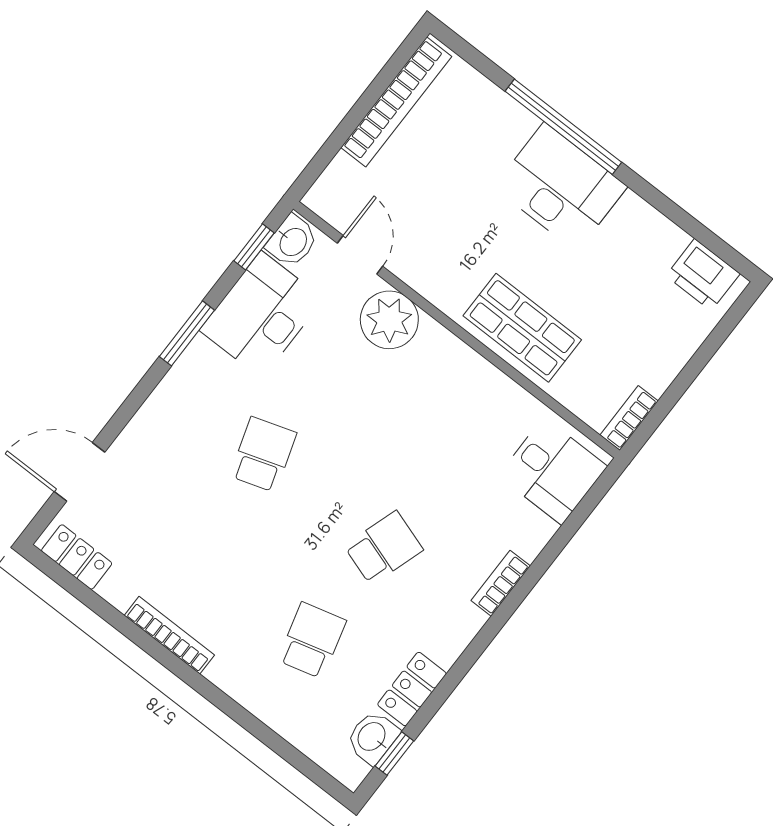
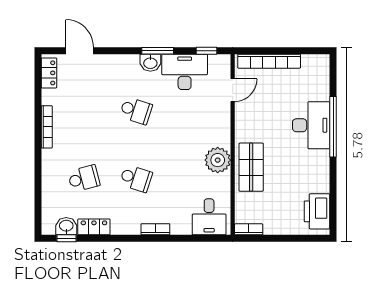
bookcase: (396, 102) -> (269, 61), moved
desk: (560, 187) -> (311, 125), moved
washbasin: (292, 241) -> (150, 63), moved
printer: (703, 275) -> (317, 211), width x1.37, depth x1.19
plant: (389, 320) -> (218, 160), moved
school desk: (263, 454) -> (136, 111), turned 36

